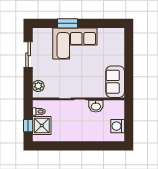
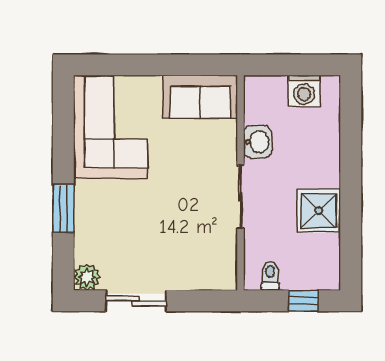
corner sofa: (75, 43) -> (110, 127), moved
plant: (38, 86) -> (87, 277), moved
shower: (42, 125) -> (319, 211), moved

